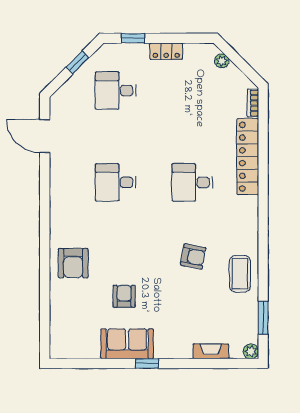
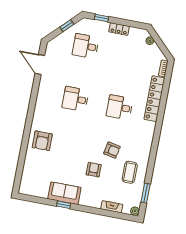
coffee table: (240, 274) -> (130, 172), moved
armchair: (124, 296) -> (94, 170), moved
window: (147, 364) -> (64, 205), moved

